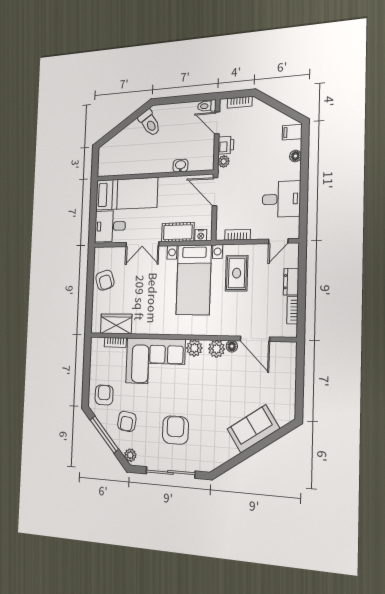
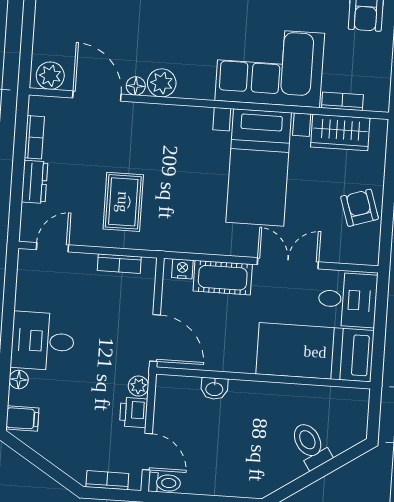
toilet: (149, 123) -> (310, 445), moved
desk: (281, 199) -> (43, 341), moved
bed with nightstands: (194, 280) -> (259, 167), moved, turned 180
plant: (194, 348) -> (50, 76), moved

